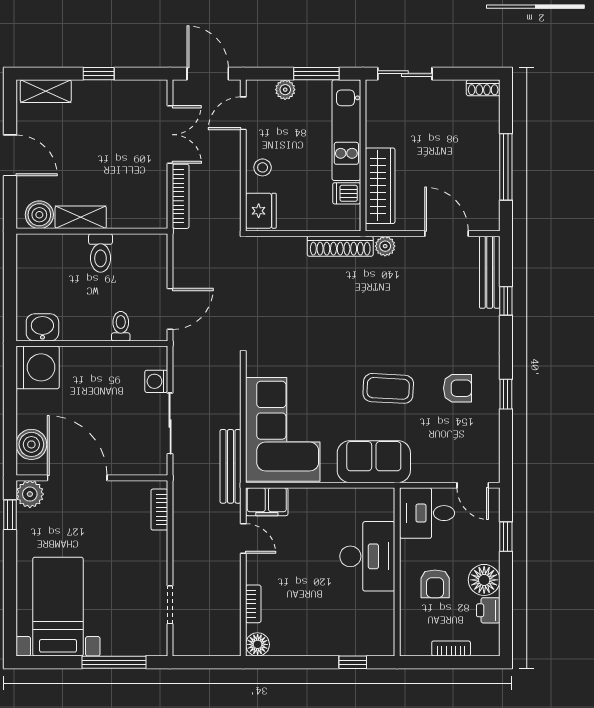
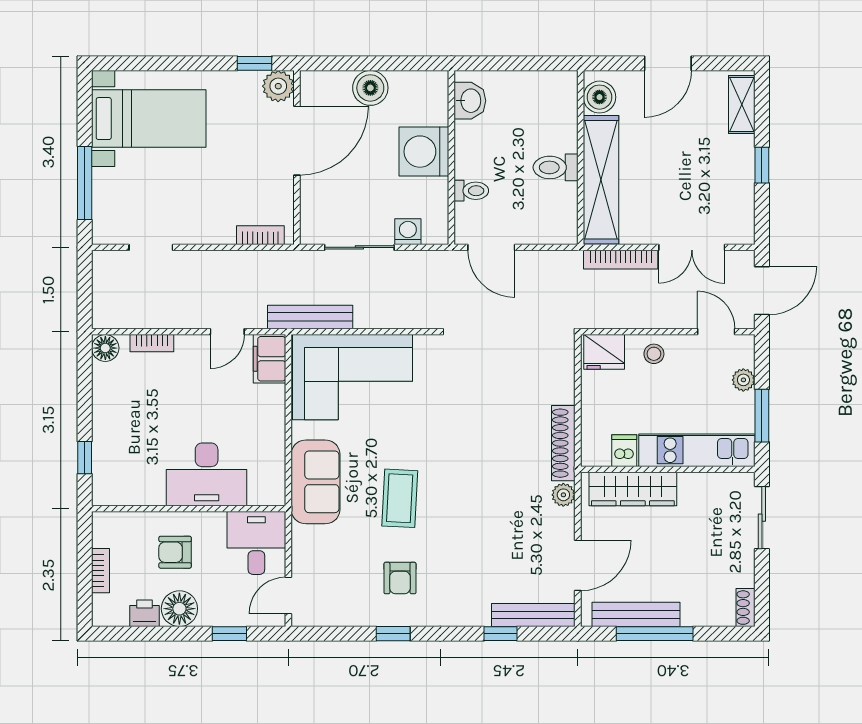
bench: (489, 183) -> (636, 614), added
shelving: (81, 217) -> (601, 180), width x2.20, depth x1.33
washing machine: (38, 367) -> (424, 152), moved, turned 90
boiler: (31, 444) -> (370, 88), moved

